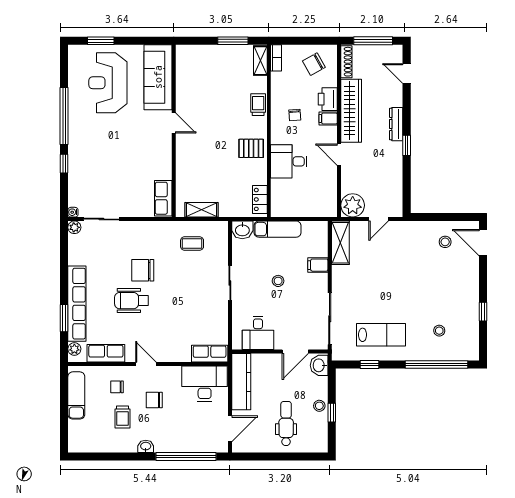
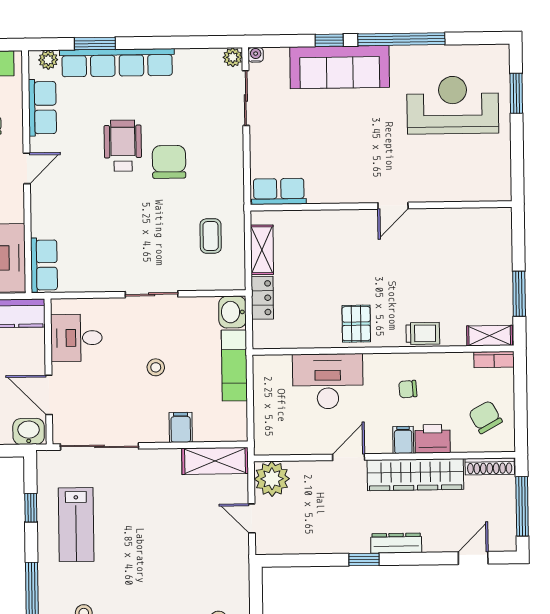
sofa: (158, 77) -> (340, 67), moved, turned 180
desk: (289, 161) -> (328, 381), width x1.37
locker: (260, 199) -> (262, 298), moved, turned 90

